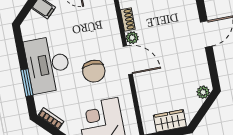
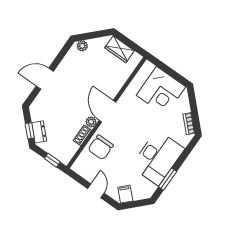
chair: (94, 71) -> (101, 147), moved, turned 180
window: (27, 83) -> (168, 179), moved

